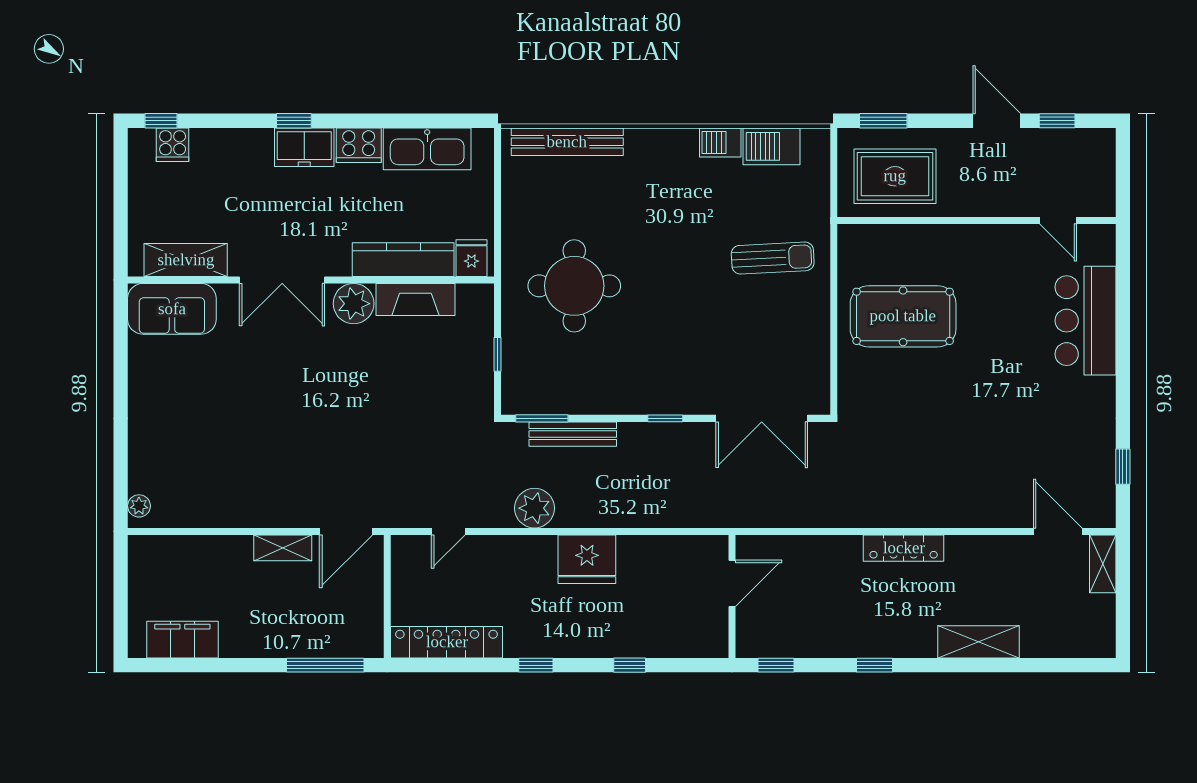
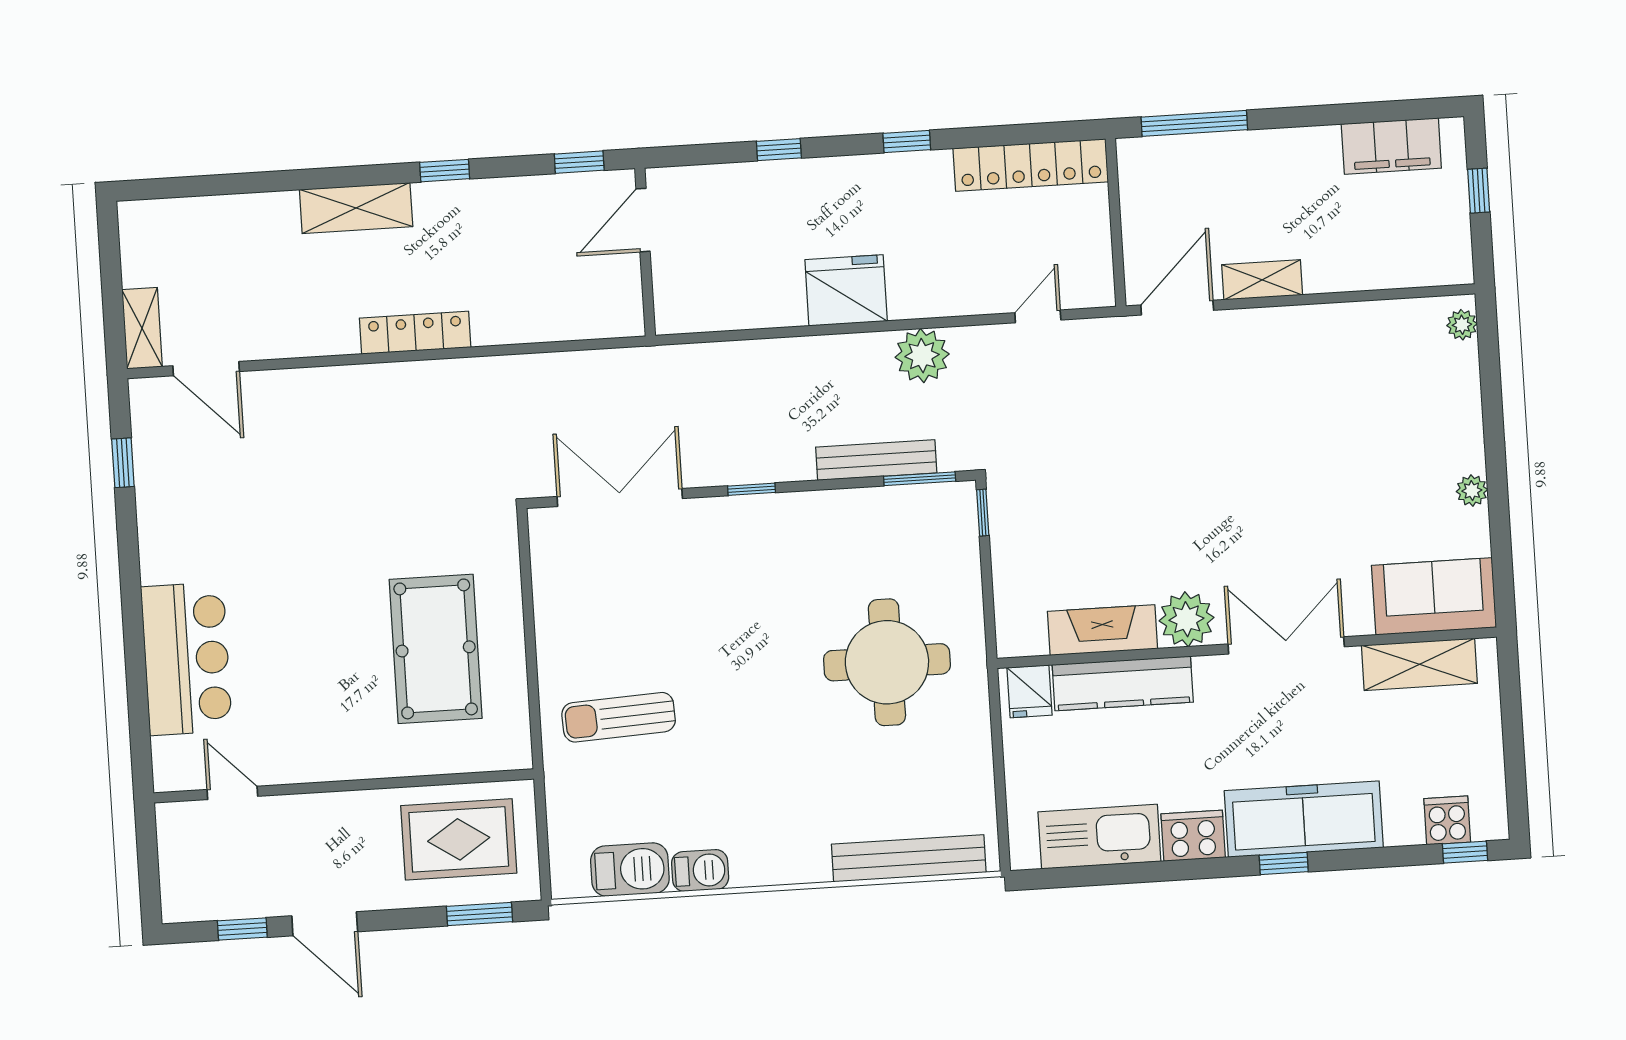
freezer: (304, 147) -> (1304, 819), width x1.91, depth x1.26
pool table: (903, 316) -> (436, 649), turned 90
window: (497, 354) -> (983, 513), moved
plant: (139, 384) -> (1472, 491), added
door: (732, 583) -> (643, 220), moved
window: (121, 603) -> (1479, 191), added
shelving: (978, 642) -> (356, 208), moved

